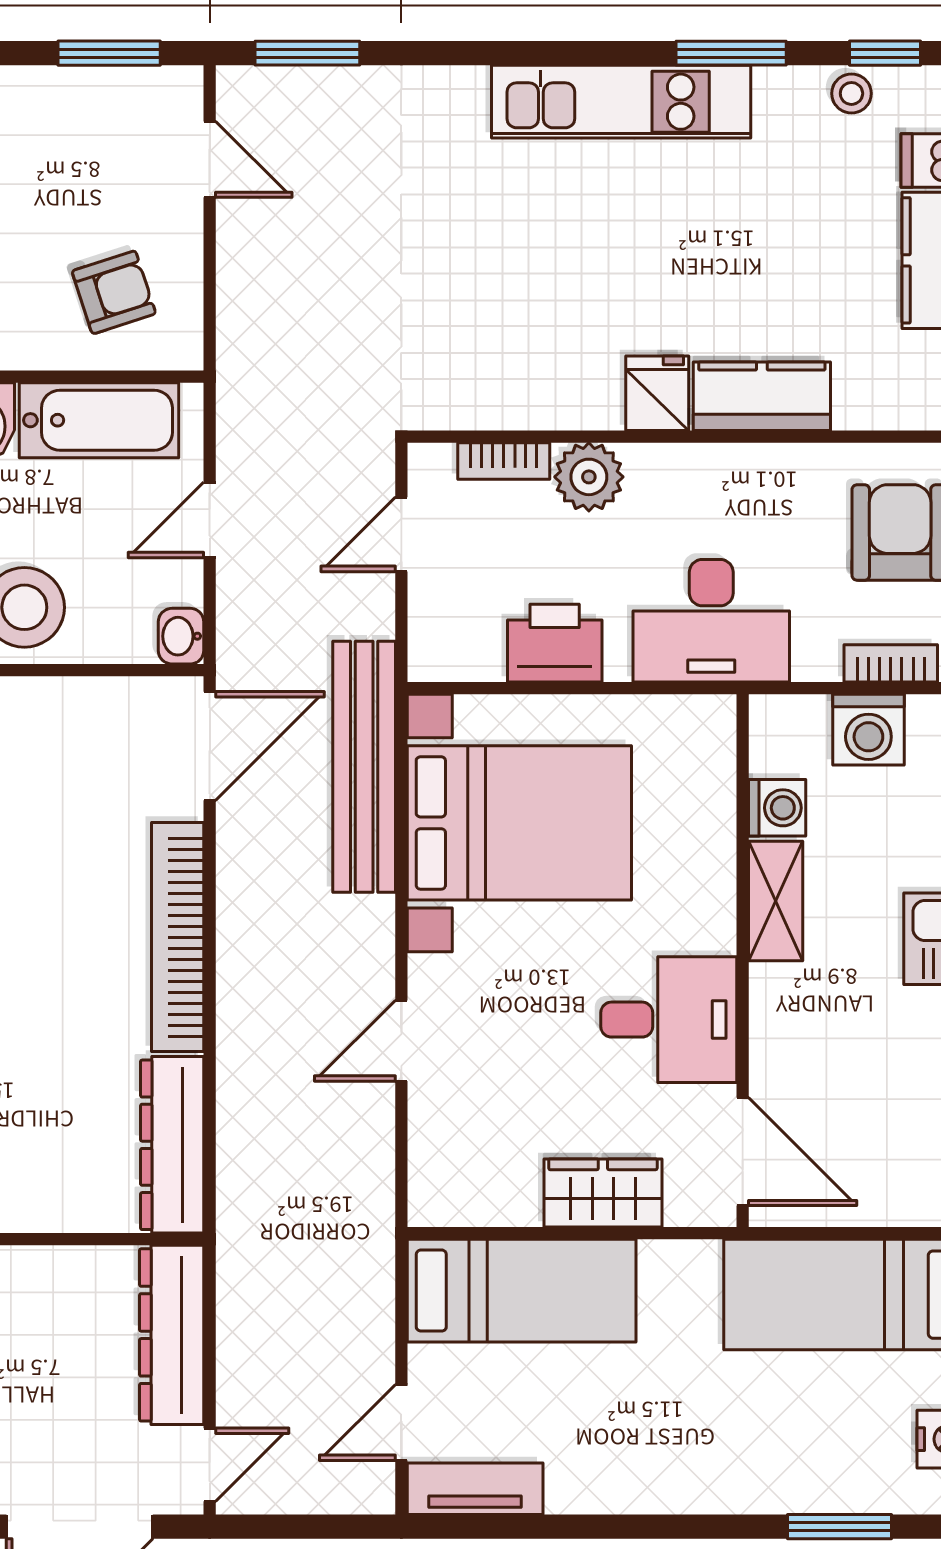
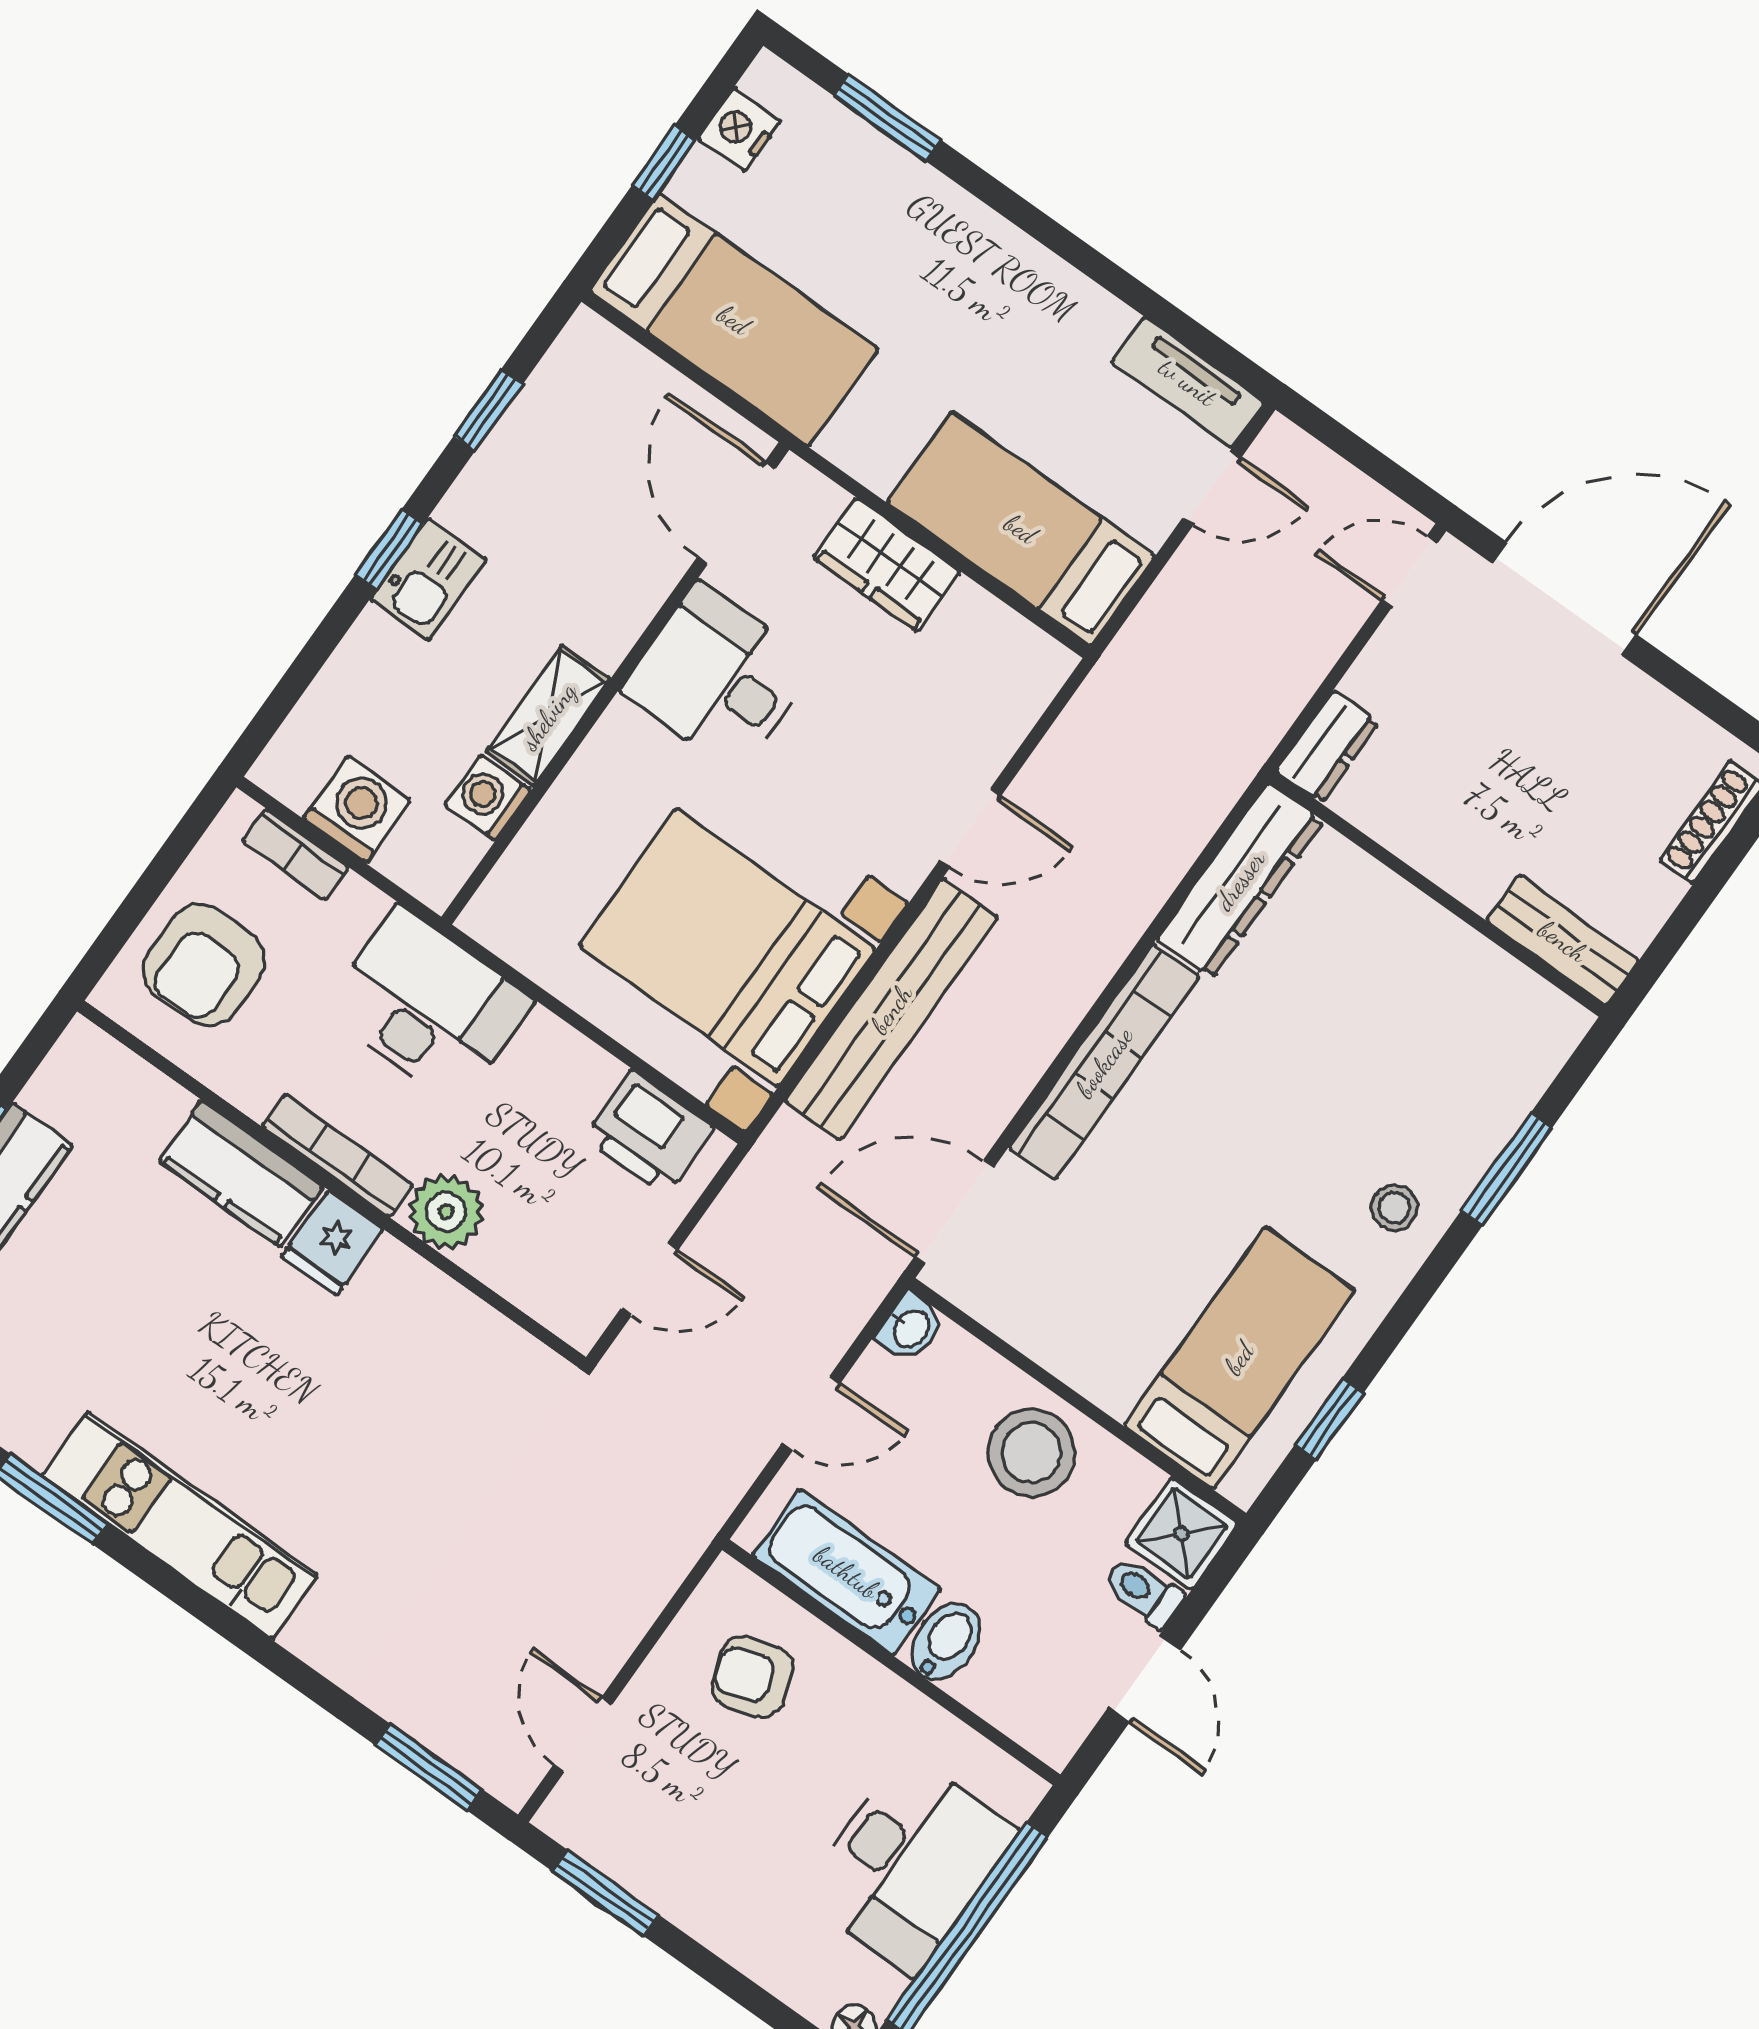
bookcase: (504, 461) -> (337, 1156), moved, width x1.56
printer: (555, 643) -> (649, 1133), moved
bench: (364, 767) -> (891, 1009), moved
dresser: (172, 1335) -> (1327, 747), width x0.51, depth x0.80

